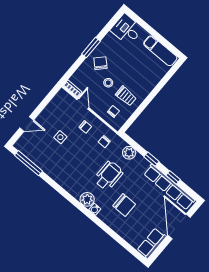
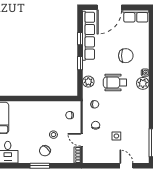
trolley: (126, 96) -> (52, 115), removed
door: (83, 104) -> (82, 140), hinge flipped
chair: (124, 205) -> (126, 56), turned 90

